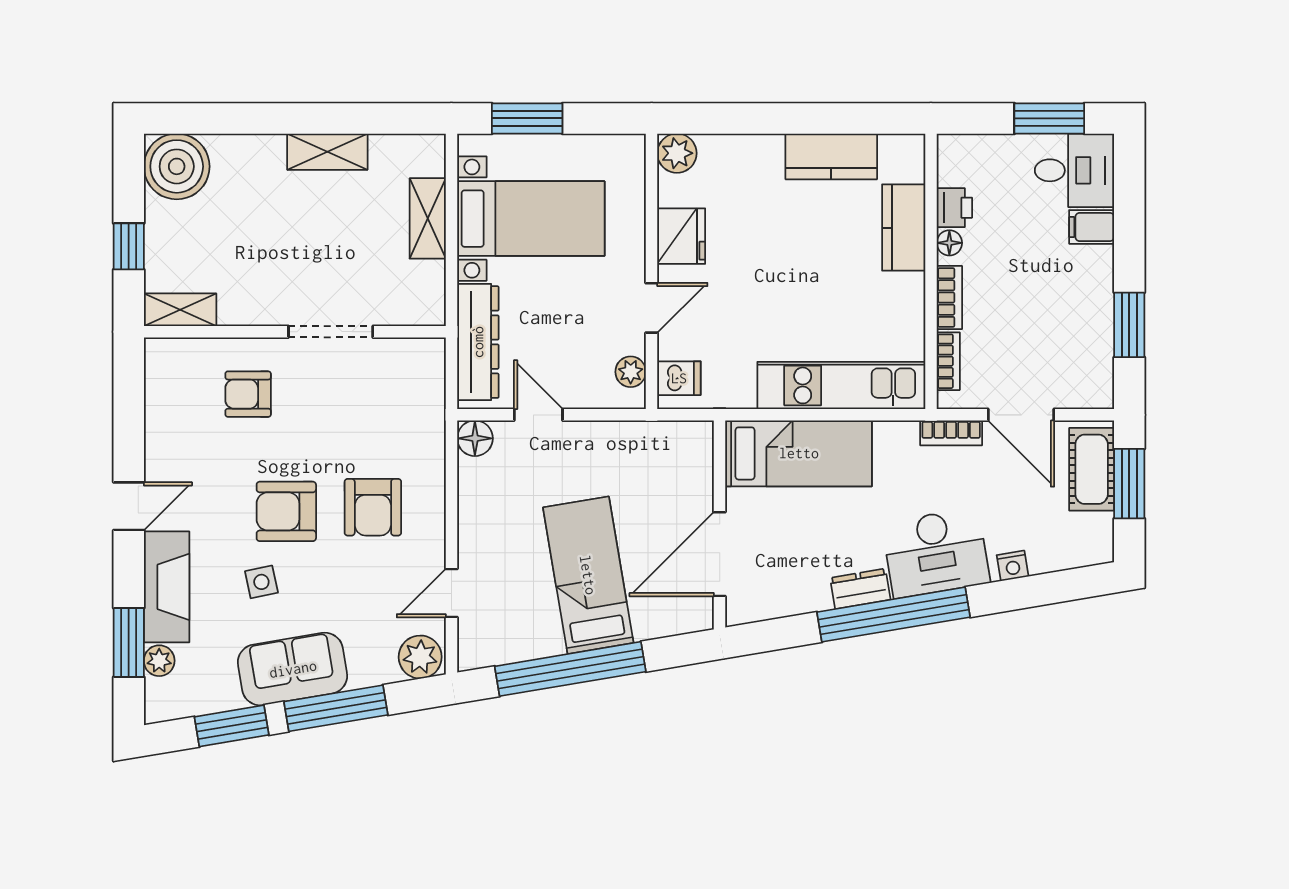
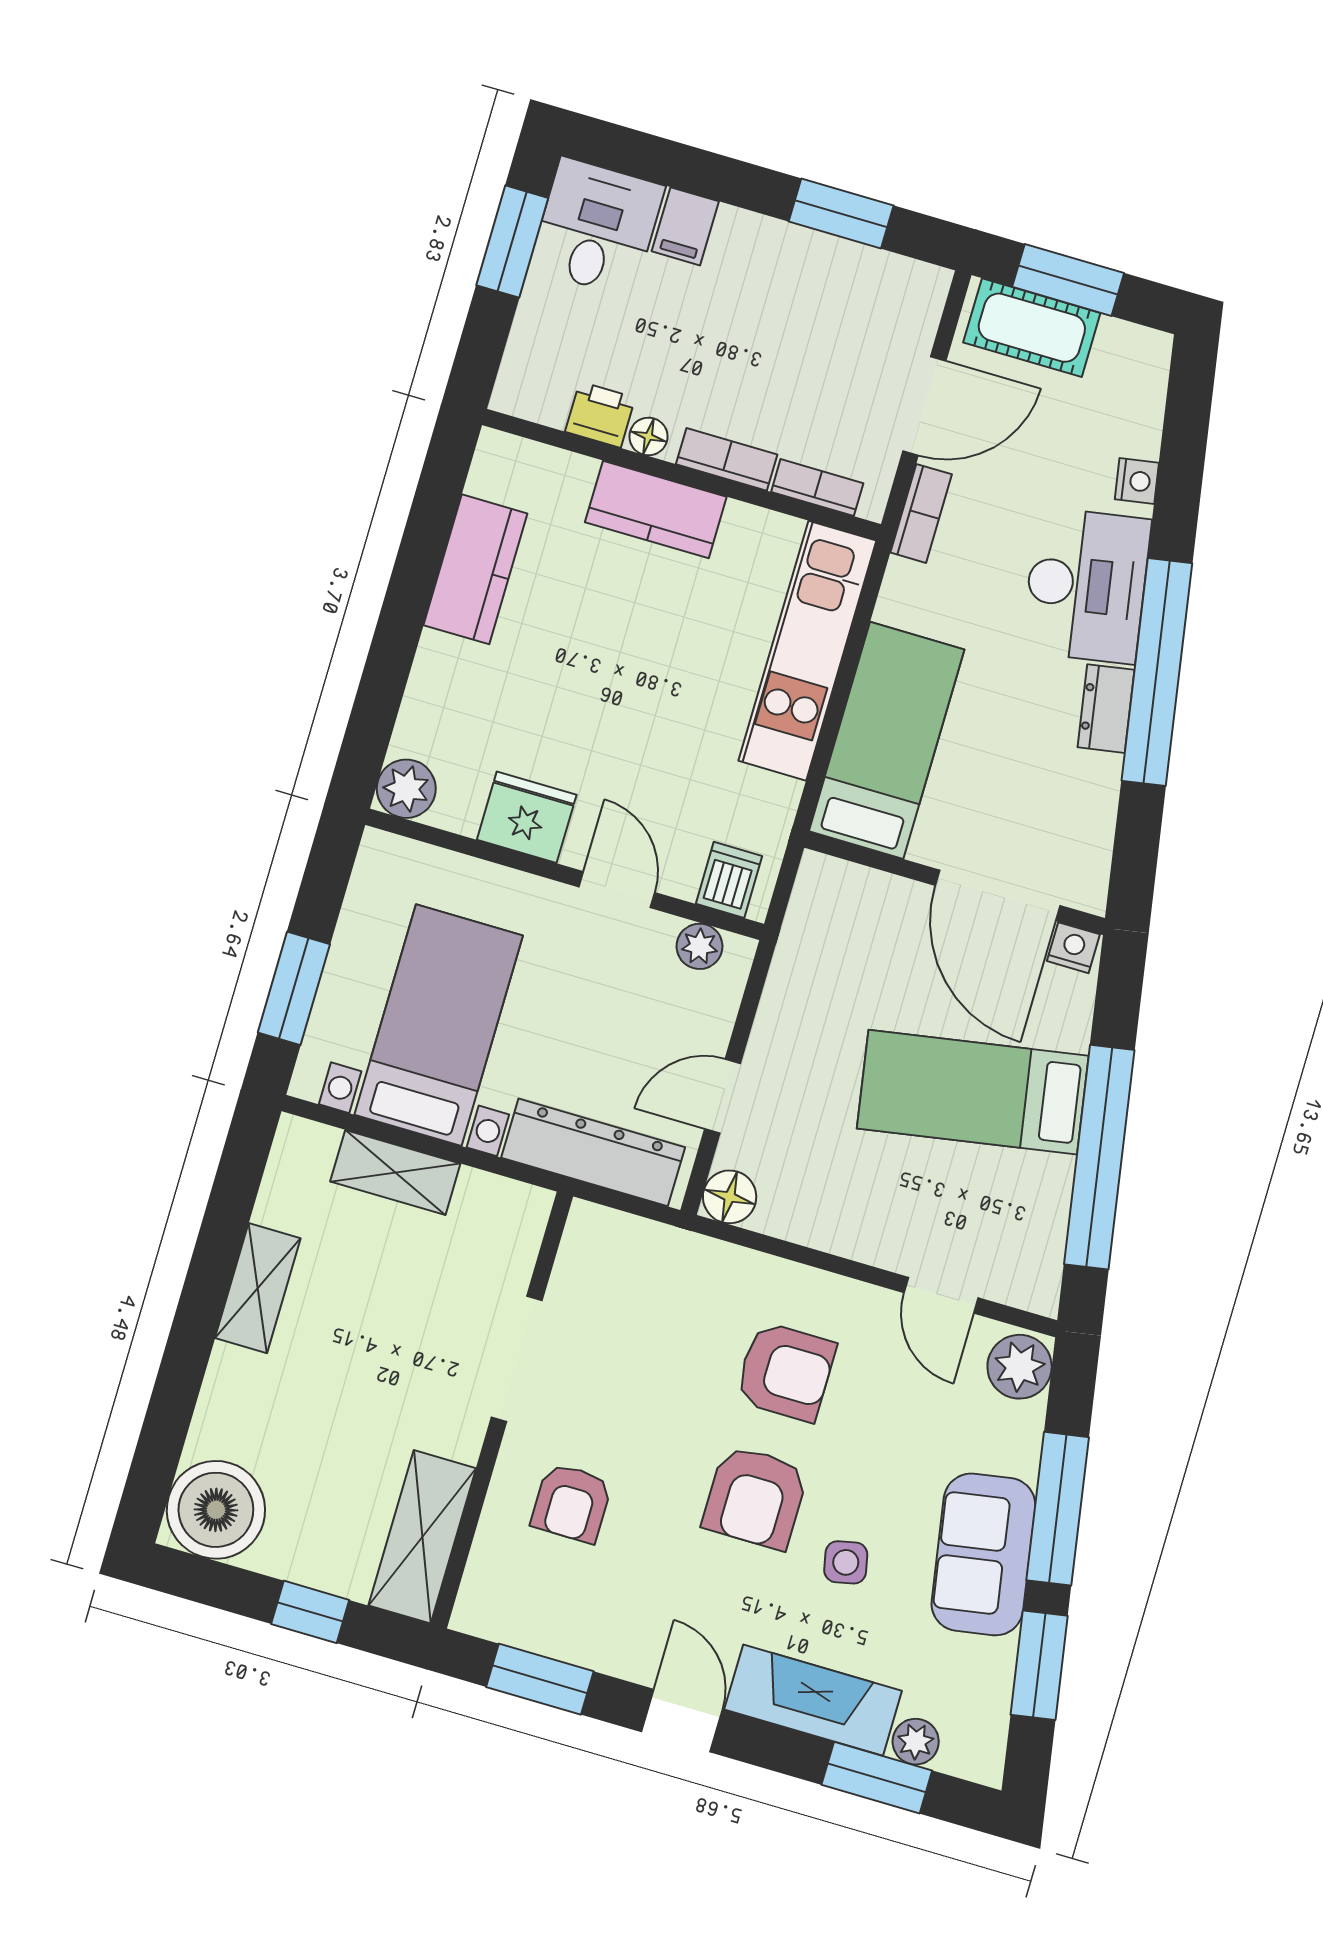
kitchen counter: (904, 228) -> (656, 509), moved
shelving: (180, 310) -> (422, 1537), width x1.50, depth x1.33
window: (129, 407) -> (540, 1679), added
nightstand: (700, 613) -> (1073, 948), added

